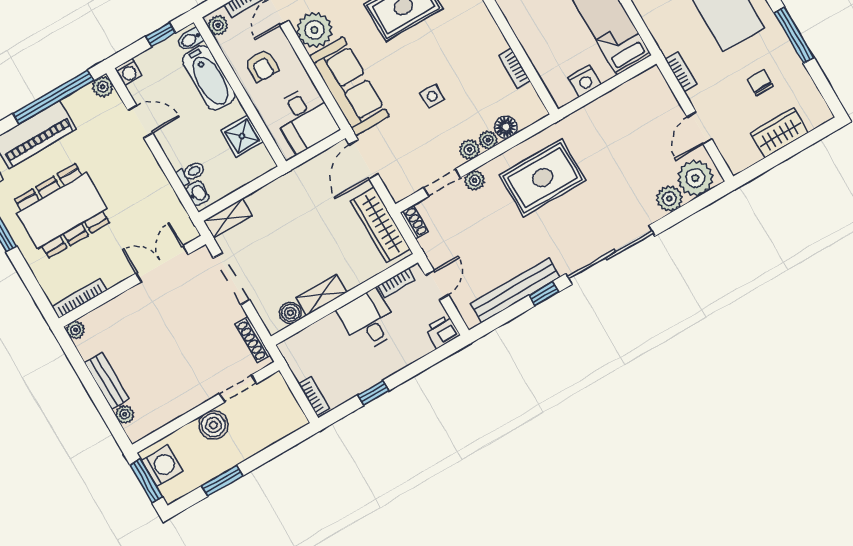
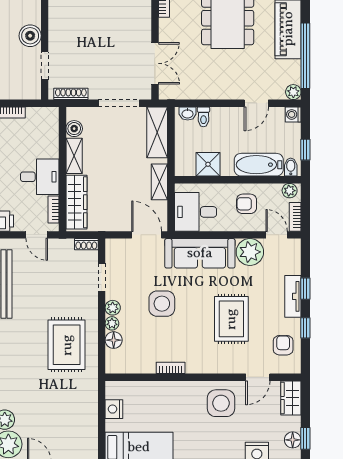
bookcase: (514, 68) -> (171, 368), moved
side table: (432, 96) -> (162, 304), width x1.87, depth x1.87
shelving: (295, 180) -> (159, 182), added
plant: (475, 180) -> (91, 299), removed
shelving: (228, 218) -> (157, 132), width x1.50, depth x1.33
wardrobe: (380, 225) -> (76, 202), moved, turned 90

